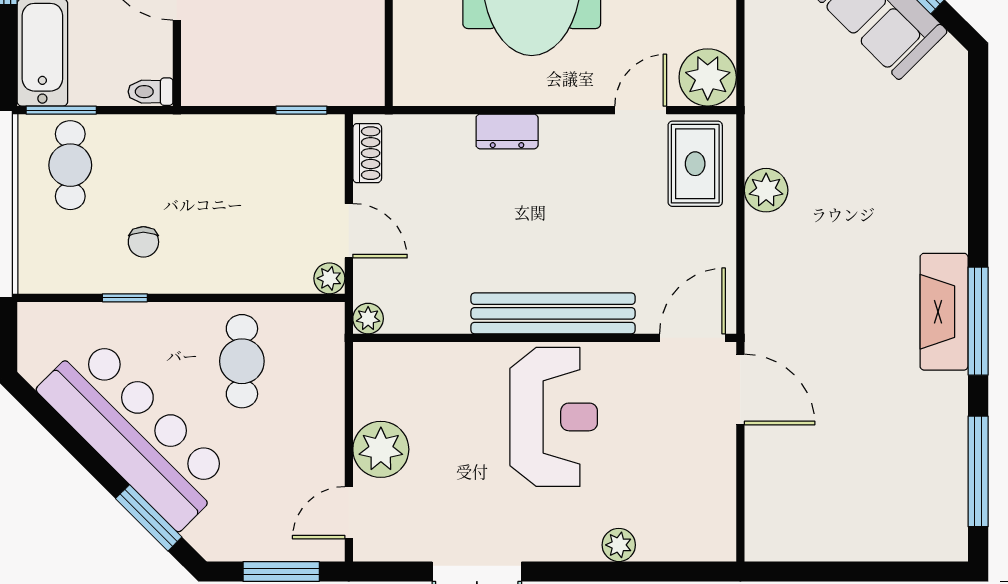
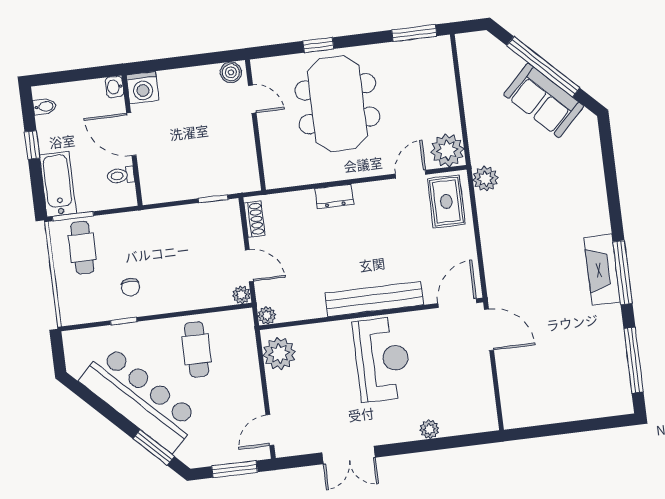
toilet: (151, 92) -> (121, 176), moved
plant: (766, 190) -> (485, 179), moved
plant: (381, 449) -> (279, 354), moved

